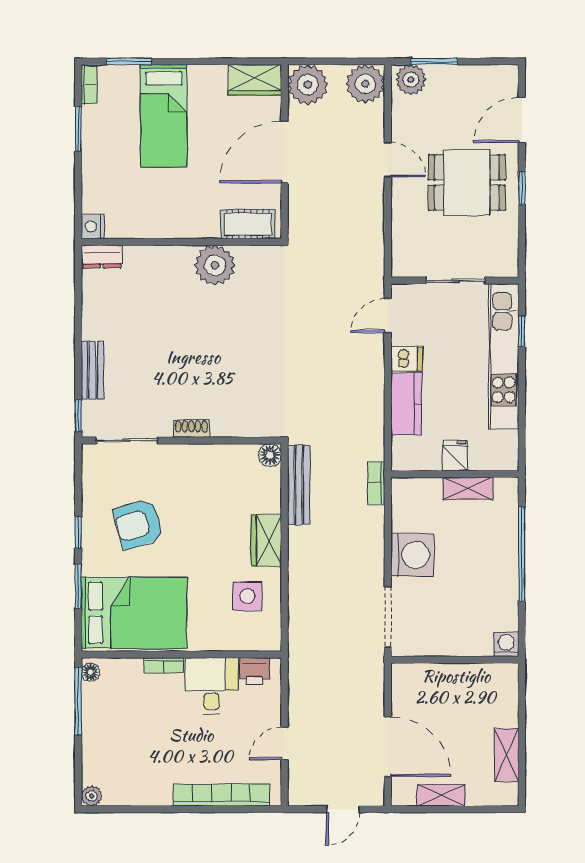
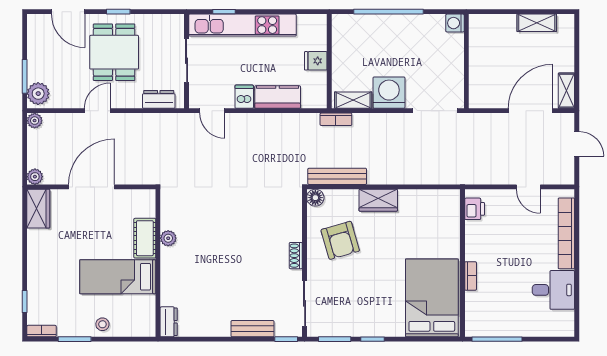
window: (129, 61) -> (25, 302), width x0.67
plant: (365, 84) -> (35, 121), width x0.53, depth x0.53
plant: (308, 85) -> (35, 177), width x0.53, depth x0.53
bed: (164, 116) -> (118, 277), moved, turned 180
door: (285, 152) -> (91, 187), swing flipped
stool: (98, 167) -> (102, 324), added
cot: (248, 224) -> (145, 238), moved
nightstand: (93, 226) -> (147, 328), removed
dresser: (403, 243) -> (159, 99), added
plant: (215, 265) -> (168, 238), width x0.53, depth x0.53
shelving: (468, 488) -> (353, 100), moved, turned 90
armchair: (138, 524) -> (340, 240), moved
window: (78, 586) -> (335, 339), moved
side table: (247, 596) -> (419, 214), removed
floor lamp: (90, 672) -> (476, 330), removed
desk: (212, 686) -> (553, 290), moved, turned 180
shelving: (441, 795) -> (566, 91), moved
plant: (92, 796) -> (567, 329), removed

